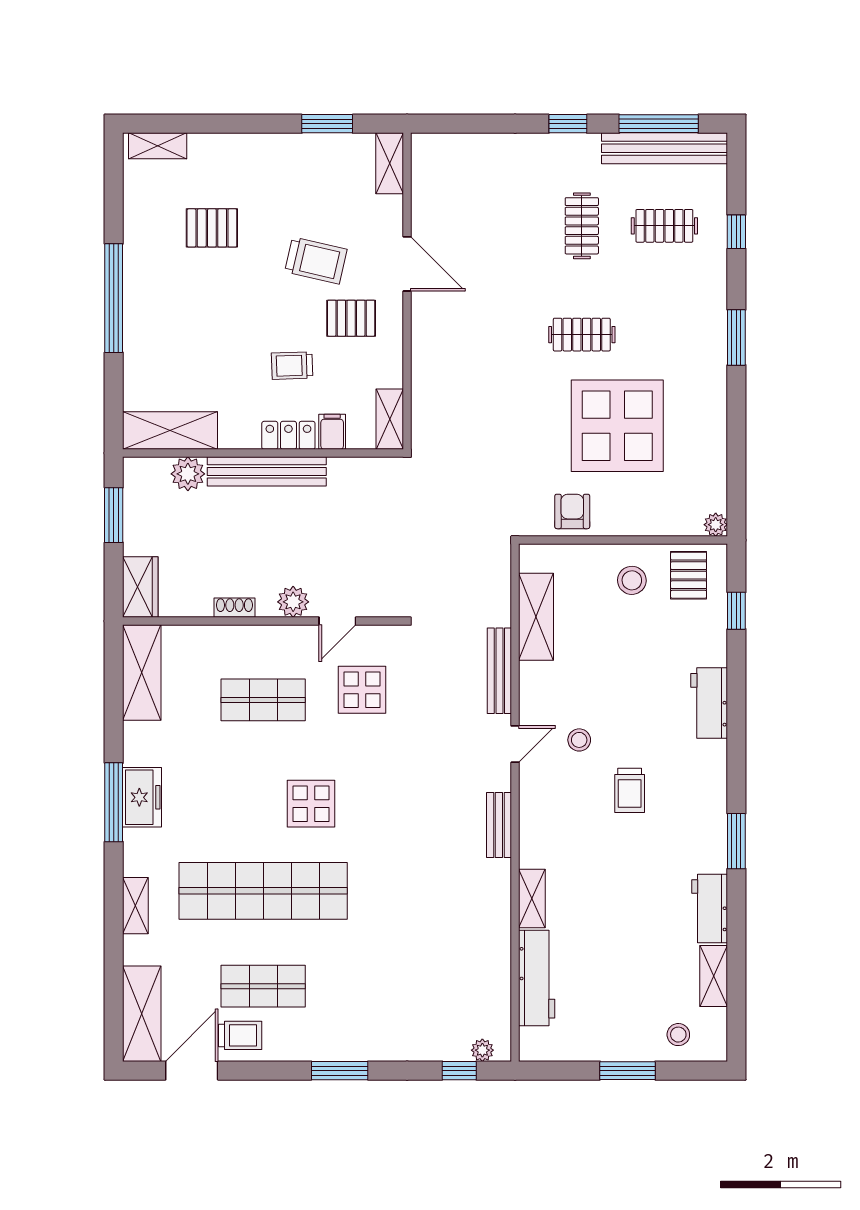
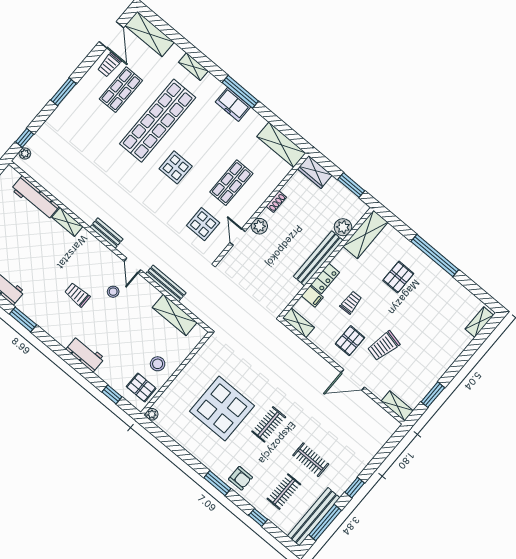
pallet: (212, 228) -> (398, 277), moved
armchair: (572, 511) -> (240, 478), moved

